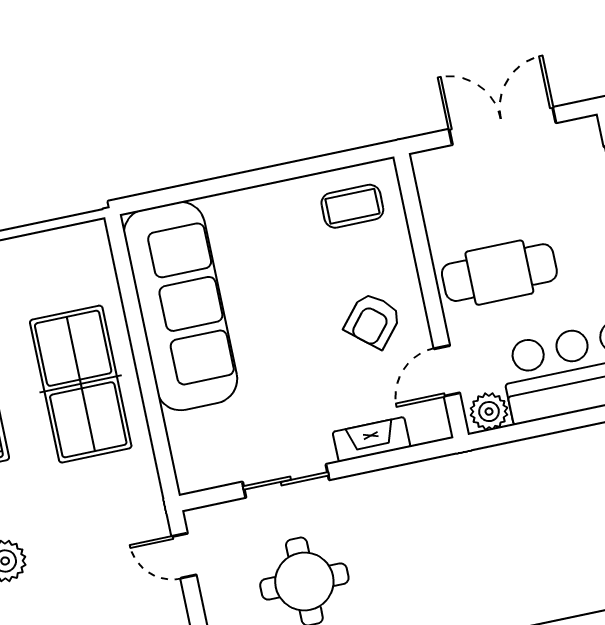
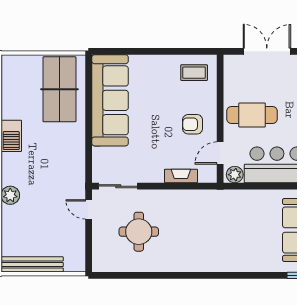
armchair: (373, 320) -> (193, 124), turned 50
table tennis table: (81, 384) -> (59, 89), moved
sliding door: (286, 481) -> (118, 186), moved

